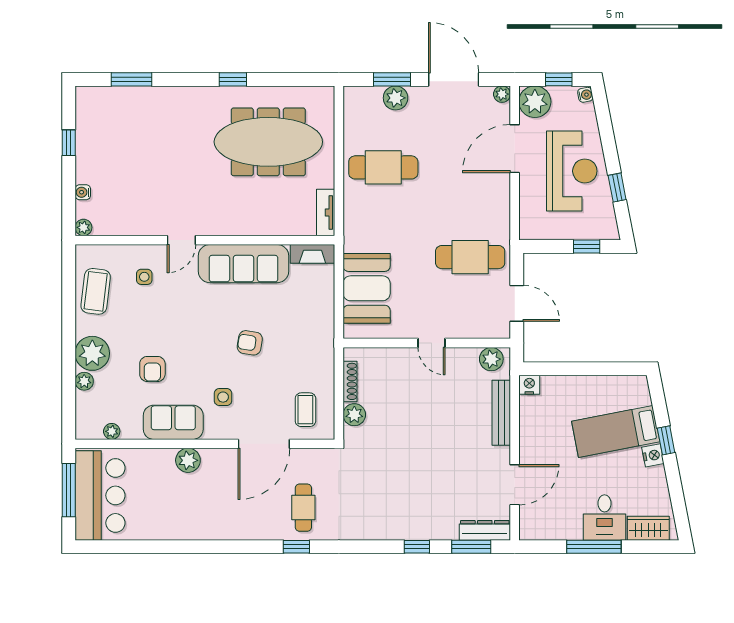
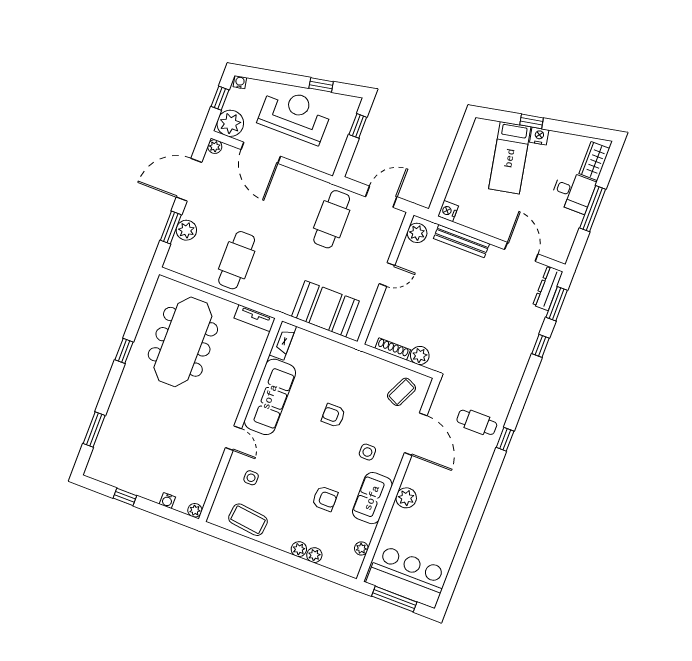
armchair: (250, 343) -> (333, 415), turned 81
plant: (92, 353) -> (299, 549), width x0.53, depth x0.53
coffee table: (305, 410) -> (402, 392), turned -65

